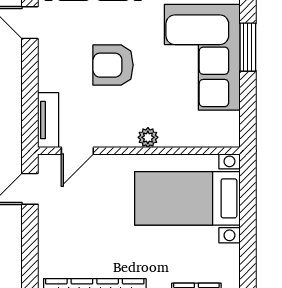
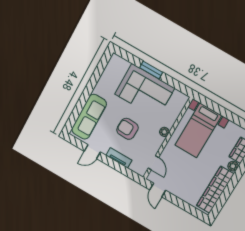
armchair: (113, 65) -> (127, 129), turned 92
tv unit: (48, 120) -> (119, 158), moved

